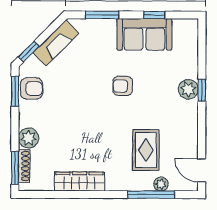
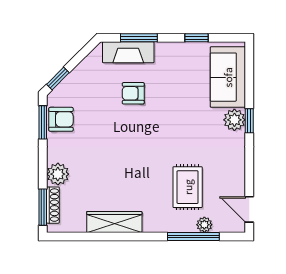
sofa: (144, 34) -> (228, 77), moved, turned 90
fireplace: (56, 43) -> (128, 52), moved, turned 45
armchair: (123, 86) -> (133, 93), moved

